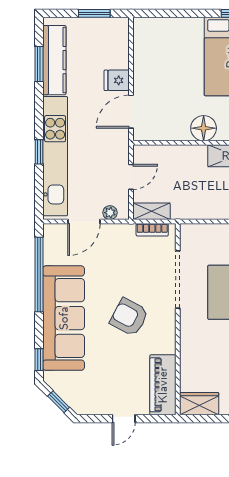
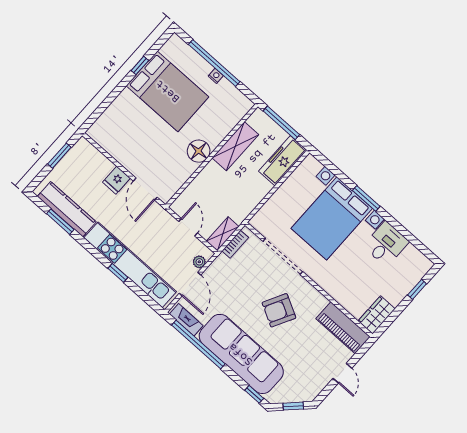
fireplace: (51, 245) -> (186, 320), added

